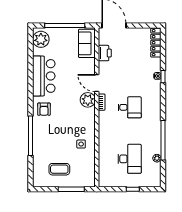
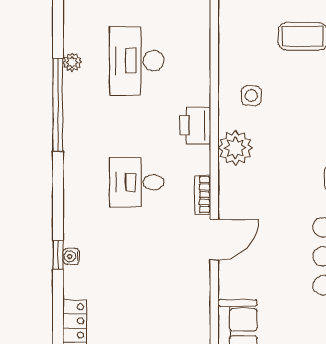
printer: (105, 53) -> (195, 125), moved
door: (97, 83) -> (214, 240), hinge flipped
plant: (88, 100) -> (235, 148), moved

